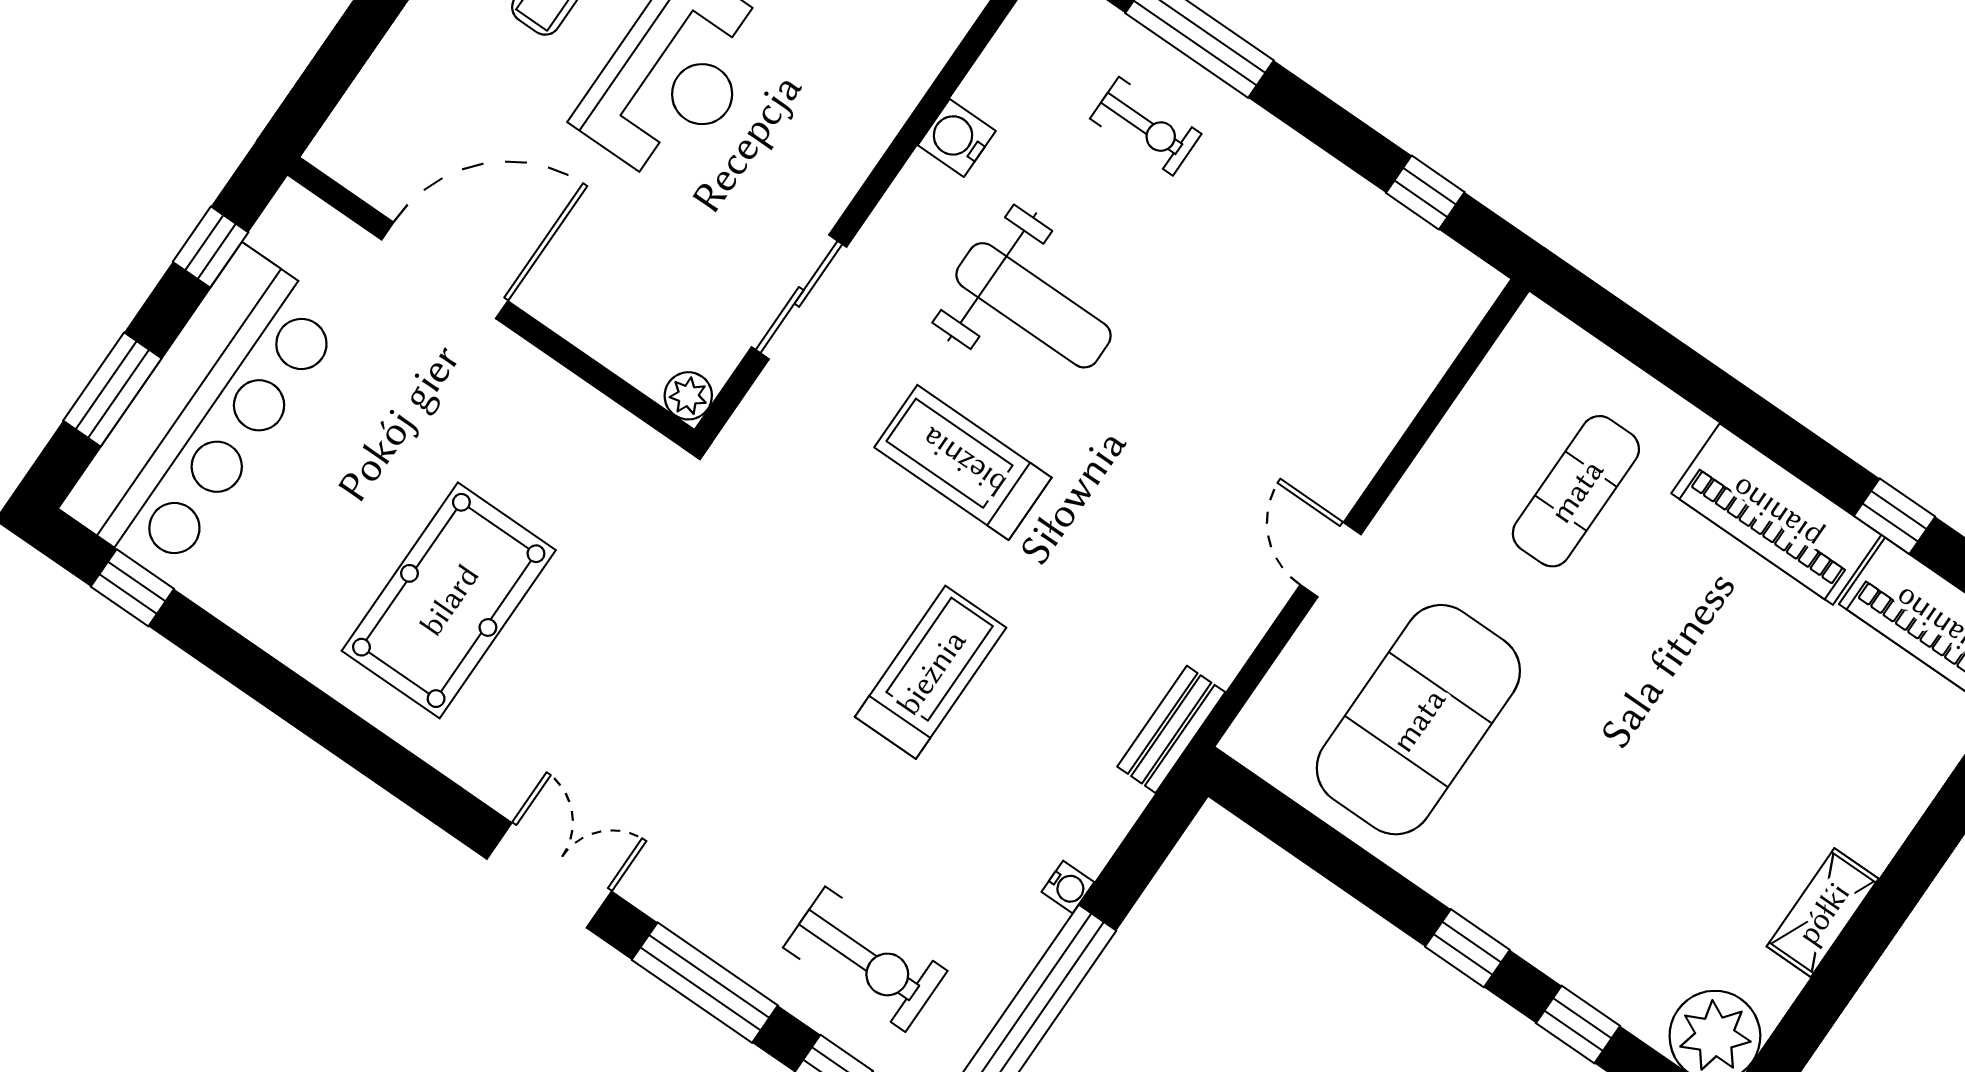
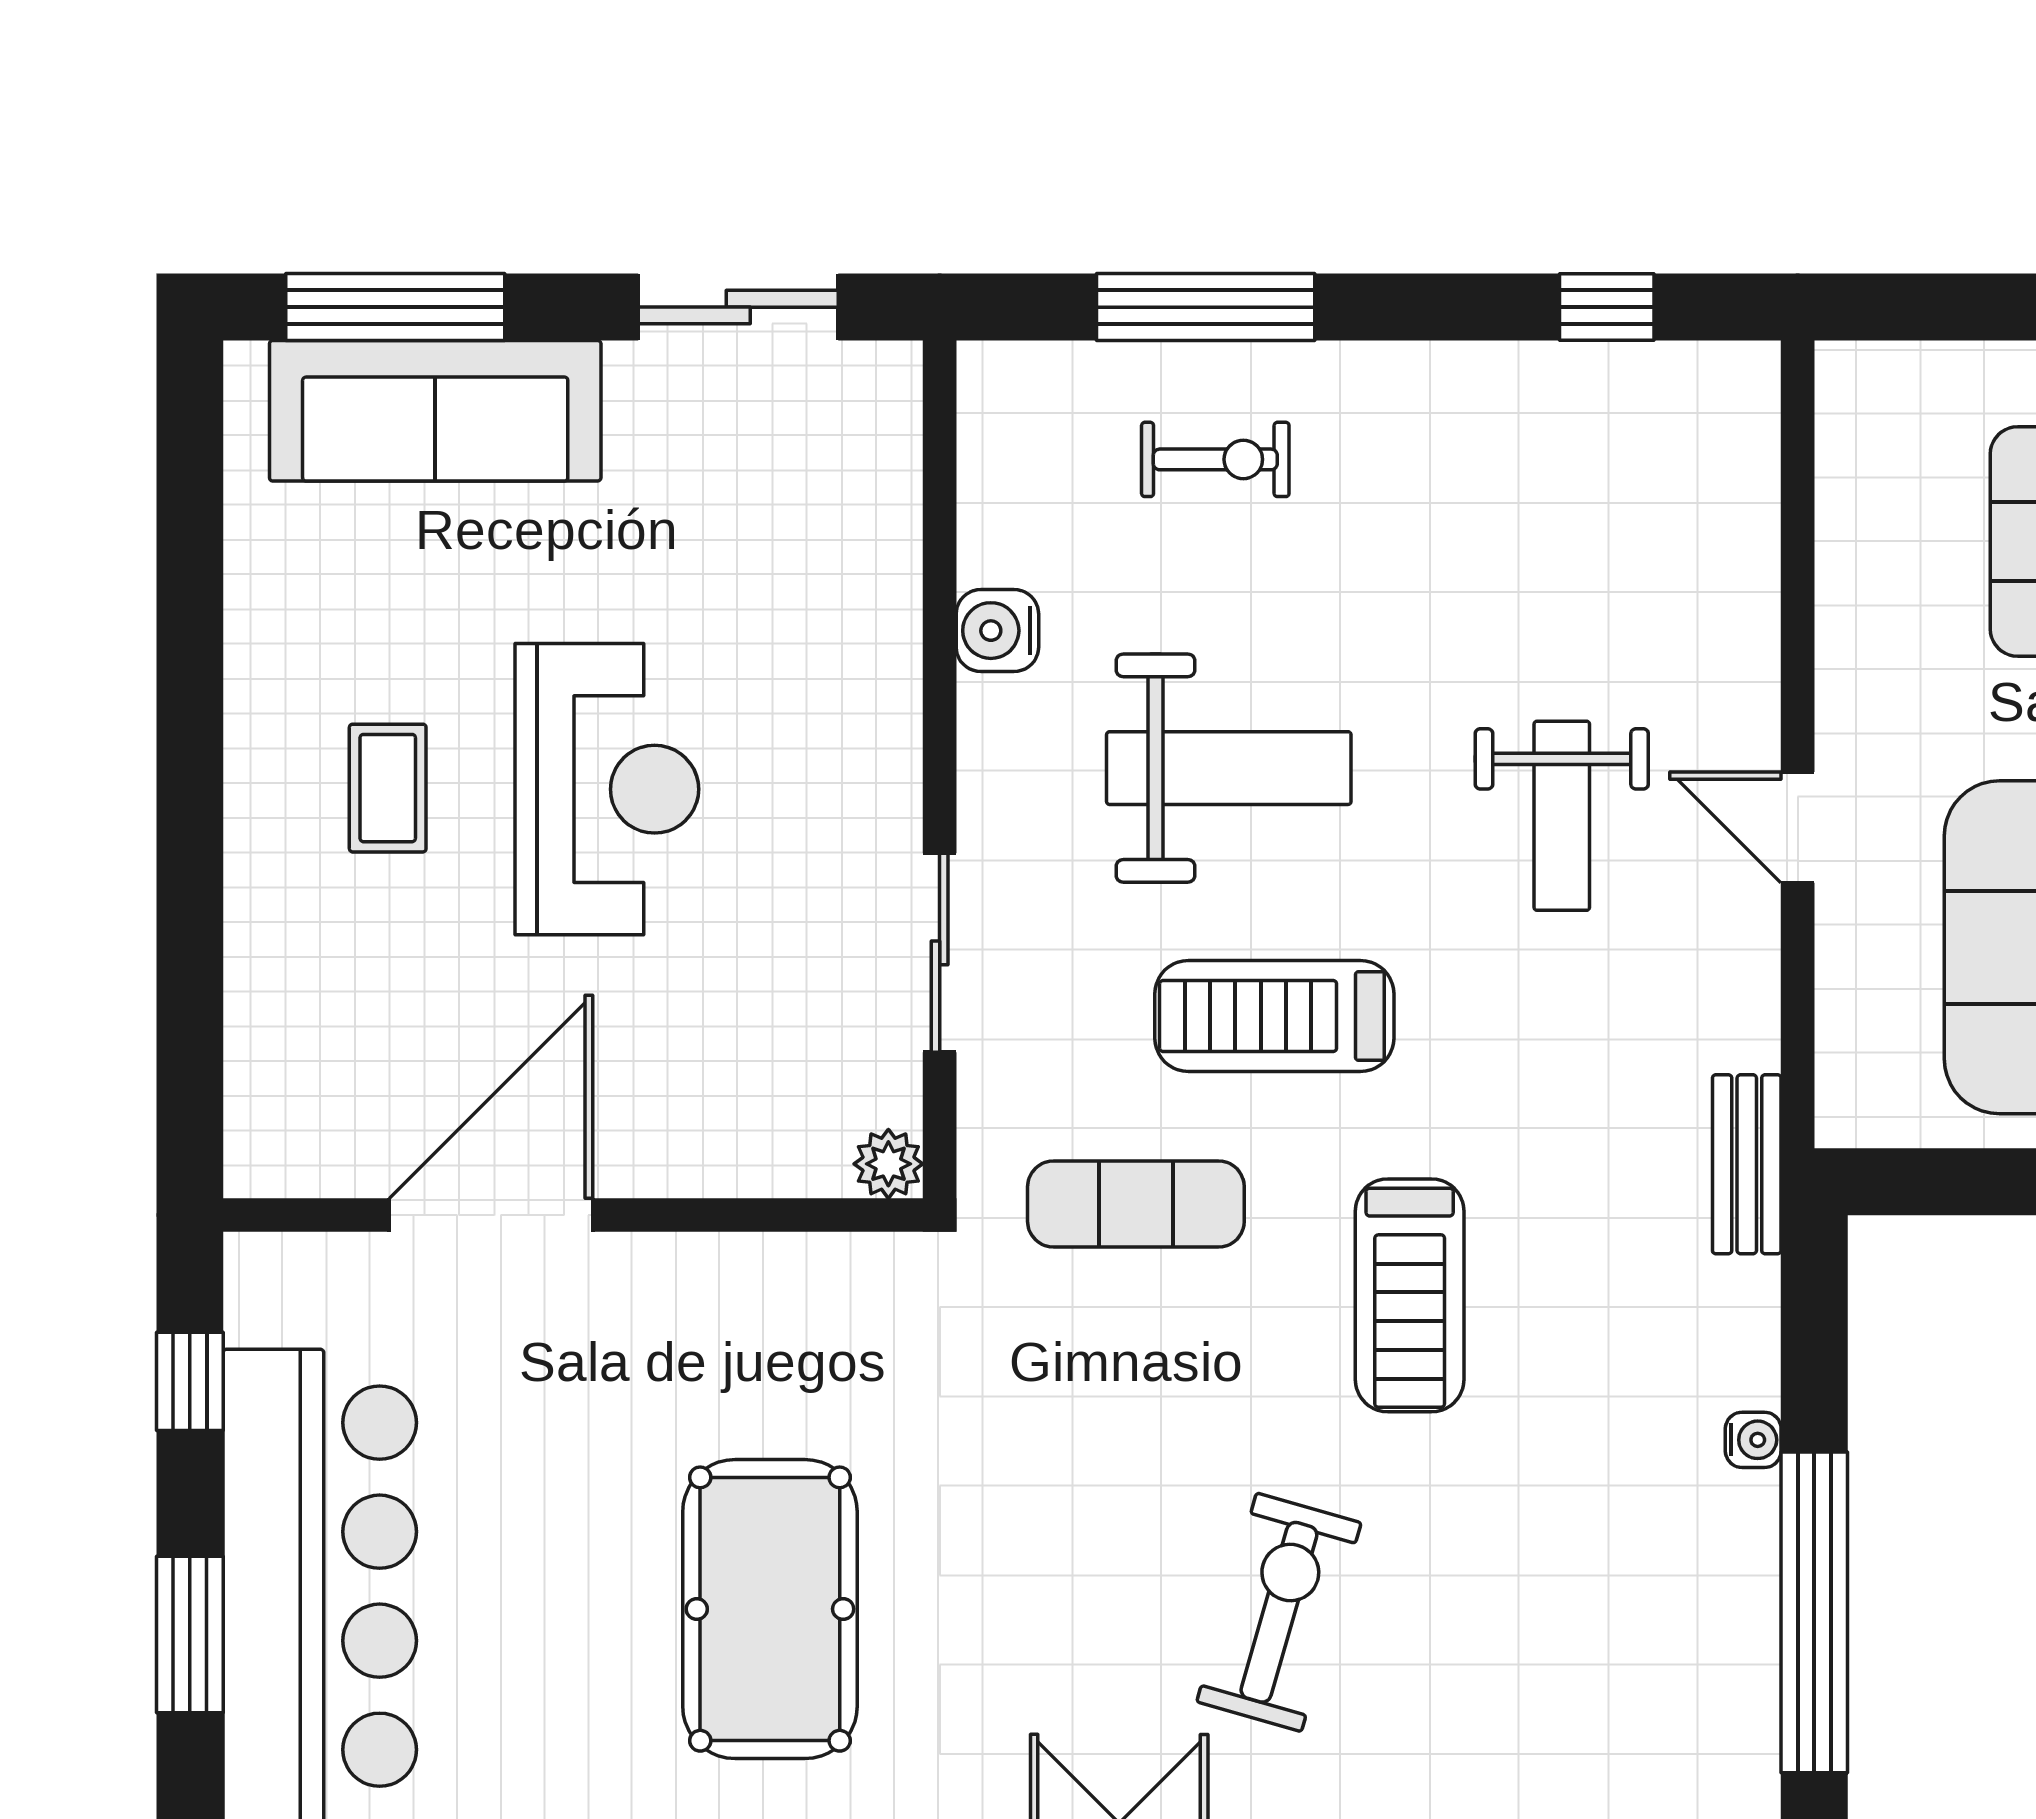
weight bench: (1202, 461) -> (1562, 816), added
exercise mat: (812, 515) -> (1136, 1204), added
treadmill: (931, 672) -> (1410, 1295), turned 180
exercise bike: (865, 959) -> (1279, 1612), moved, turned -74

